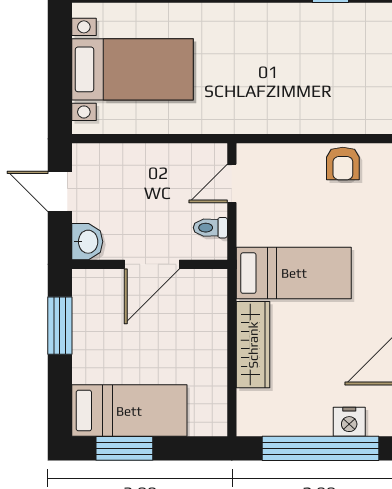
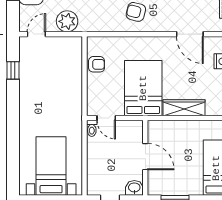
toilet: (210, 228) -> (92, 128), moved
bed: (294, 273) -> (143, 88), width x1.50

